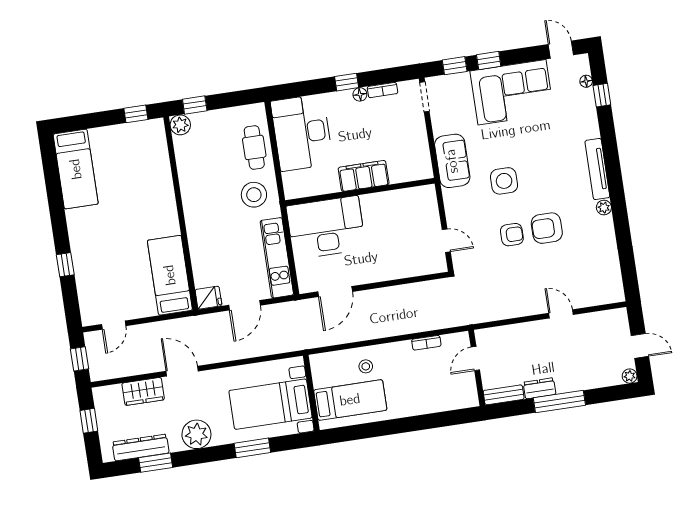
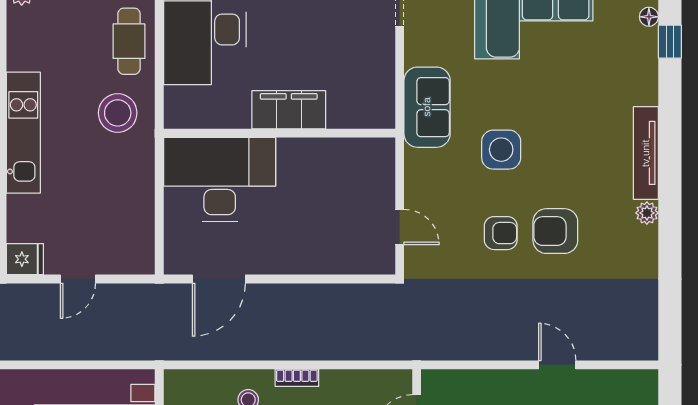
kitchen unit: (277, 258) -> (23, 133), moved, turned 180
door: (245, 305) -> (78, 279), width x0.73
bookcase: (426, 343) -> (297, 378), moved

